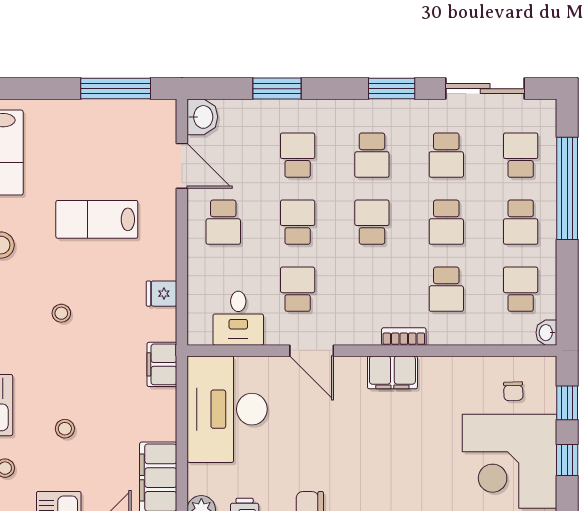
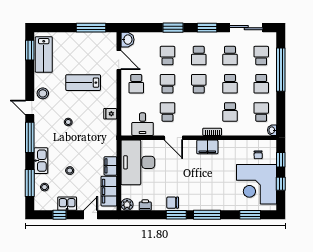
window: (277, 89) -> (173, 28), moved
filing cabinet: (162, 364) -> (110, 166), moved

